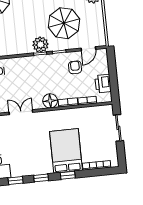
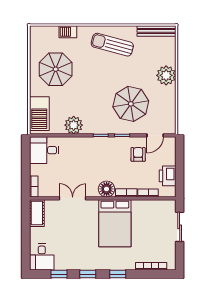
plant: (40, 45) -> (74, 125), moved
bed: (66, 151) -> (115, 223), moved, turned 180

